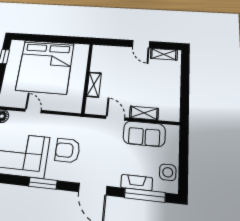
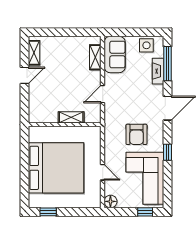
door: (33, 111) -> (103, 172), swing flipped
shelving: (144, 113) -> (95, 57), moved
sofa: (144, 134) -> (115, 55), moved
window: (43, 183) -> (167, 152), width x0.67

